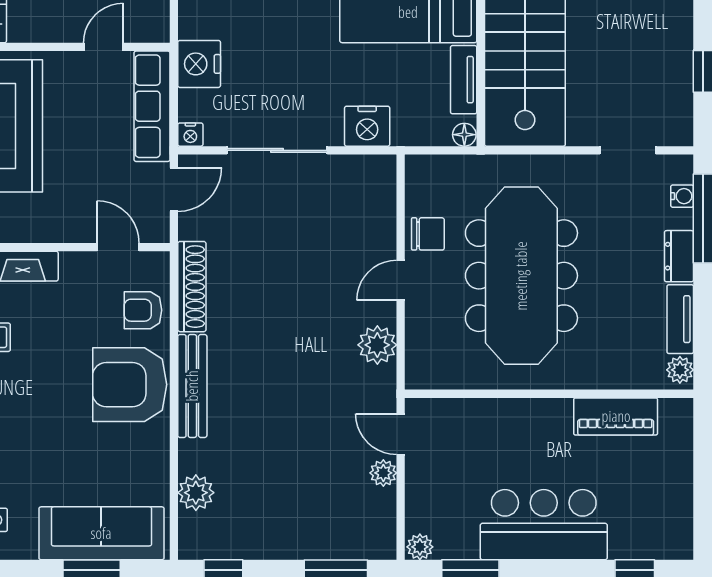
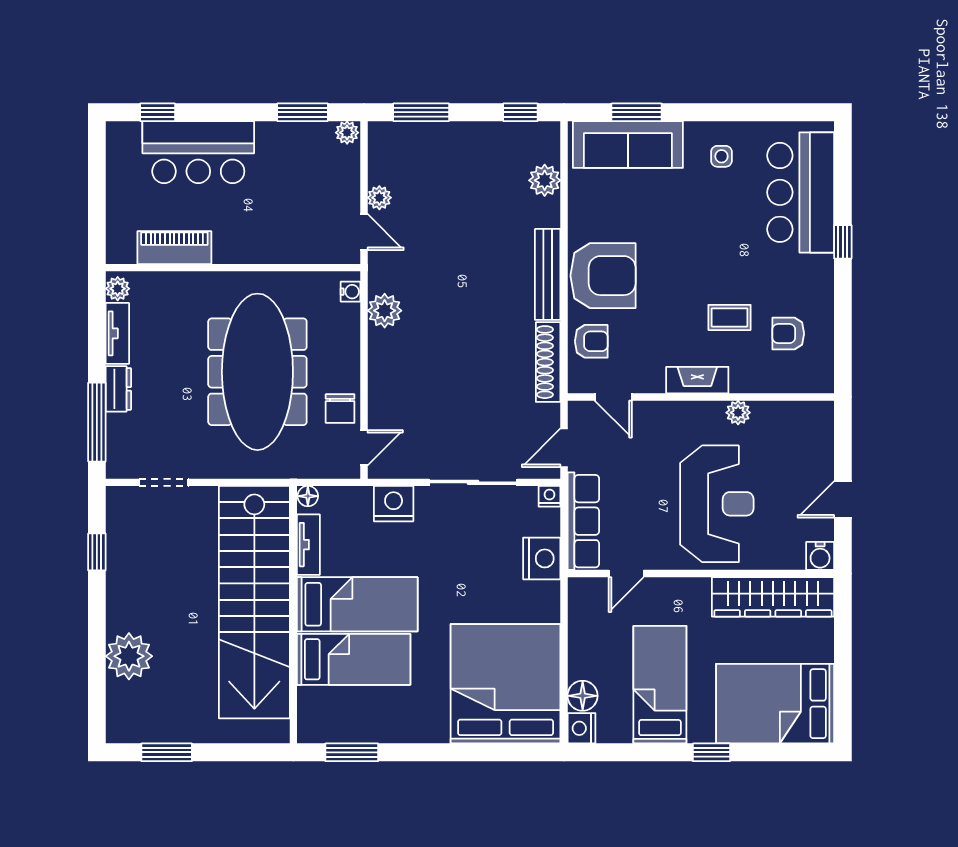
water cooler: (682, 196) -> (350, 292), moved, turned 180
chair: (428, 234) -> (340, 409), turned -90
door: (401, 280) -> (364, 448), moved
bar counter: (544, 525) -> (198, 152), moved

